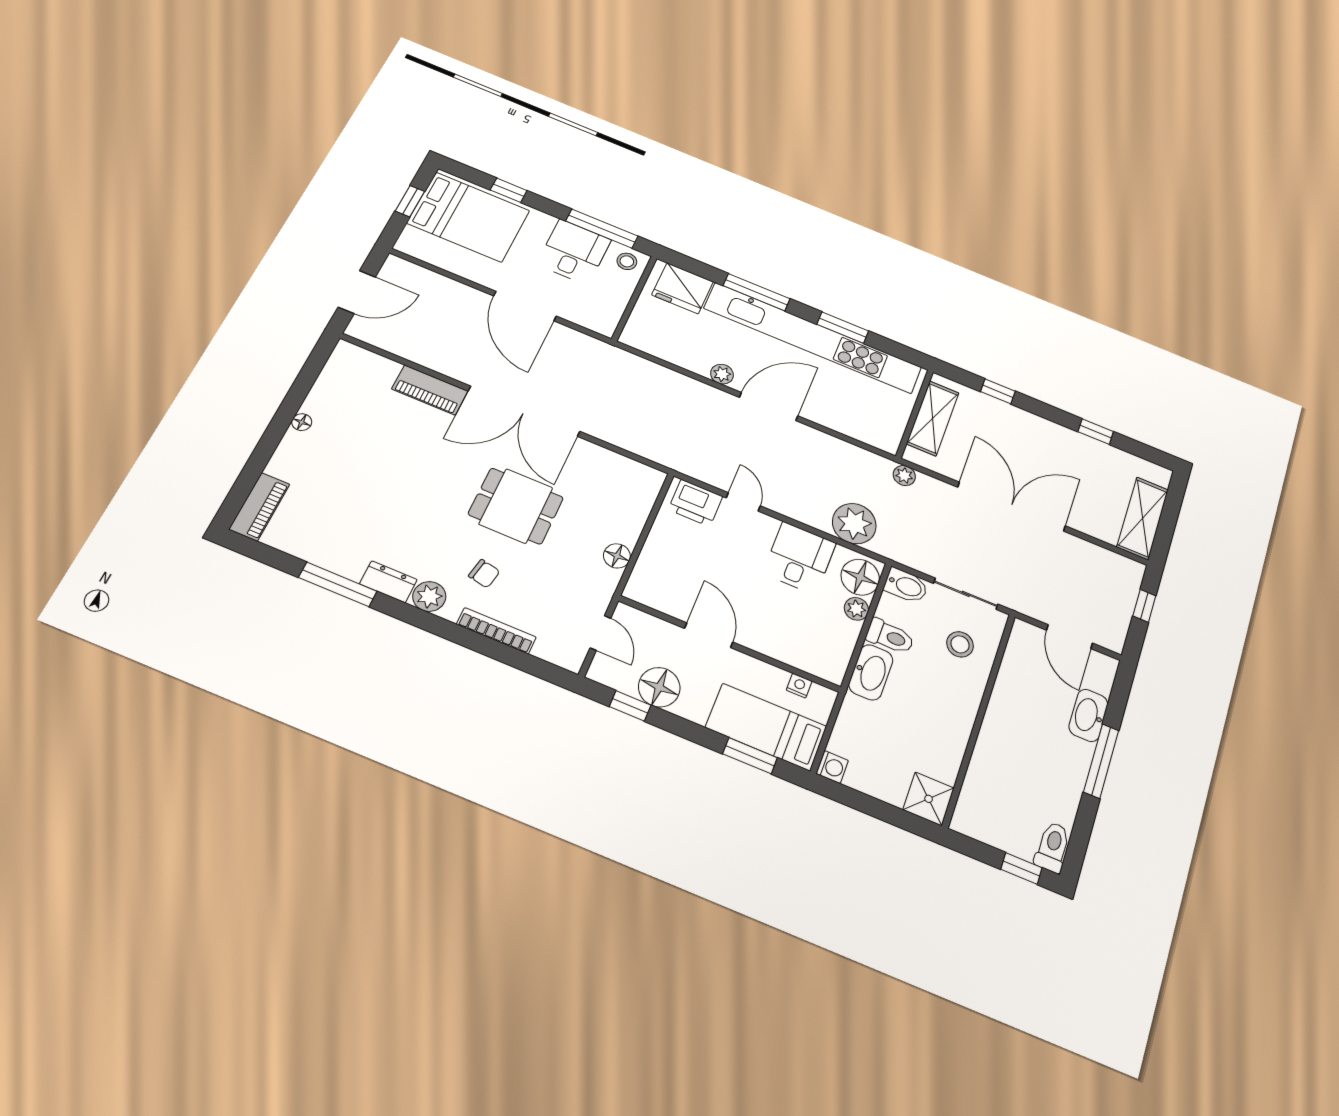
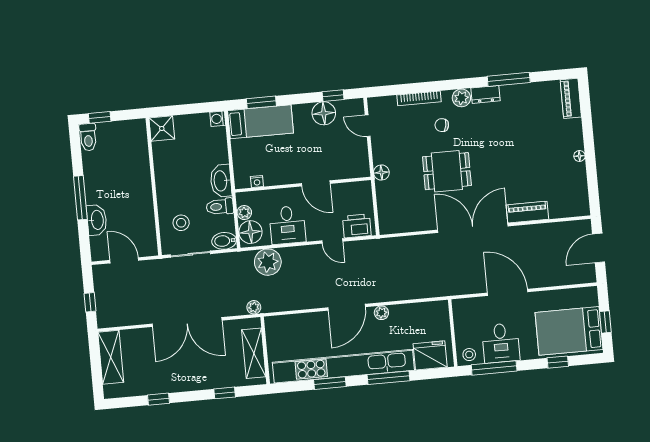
door: (709, 635) -> (316, 183), moved
wall: (729, 644) -> (303, 185), moved
nightstand: (799, 686) -> (257, 182), moved

